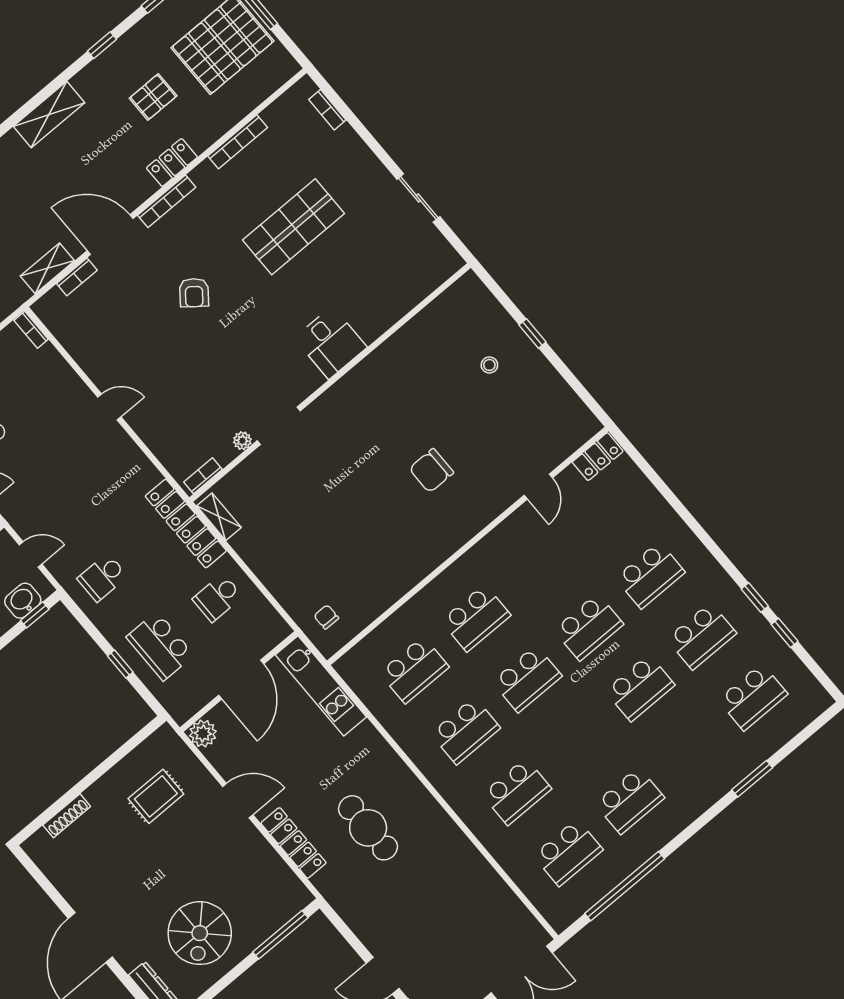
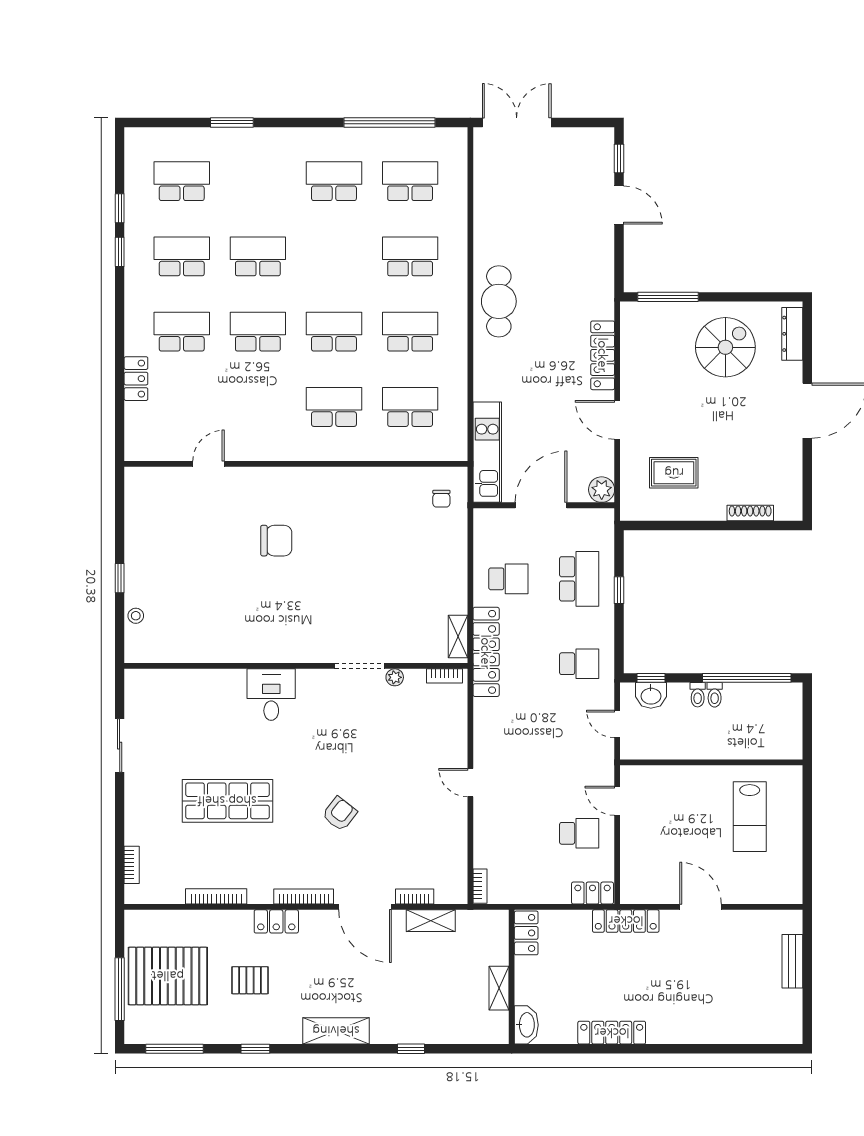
stool: (489, 365) -> (136, 616), moved
locker: (598, 457) -> (136, 379), moved, turned 90
cafe table: (368, 828) -> (499, 301), moved

